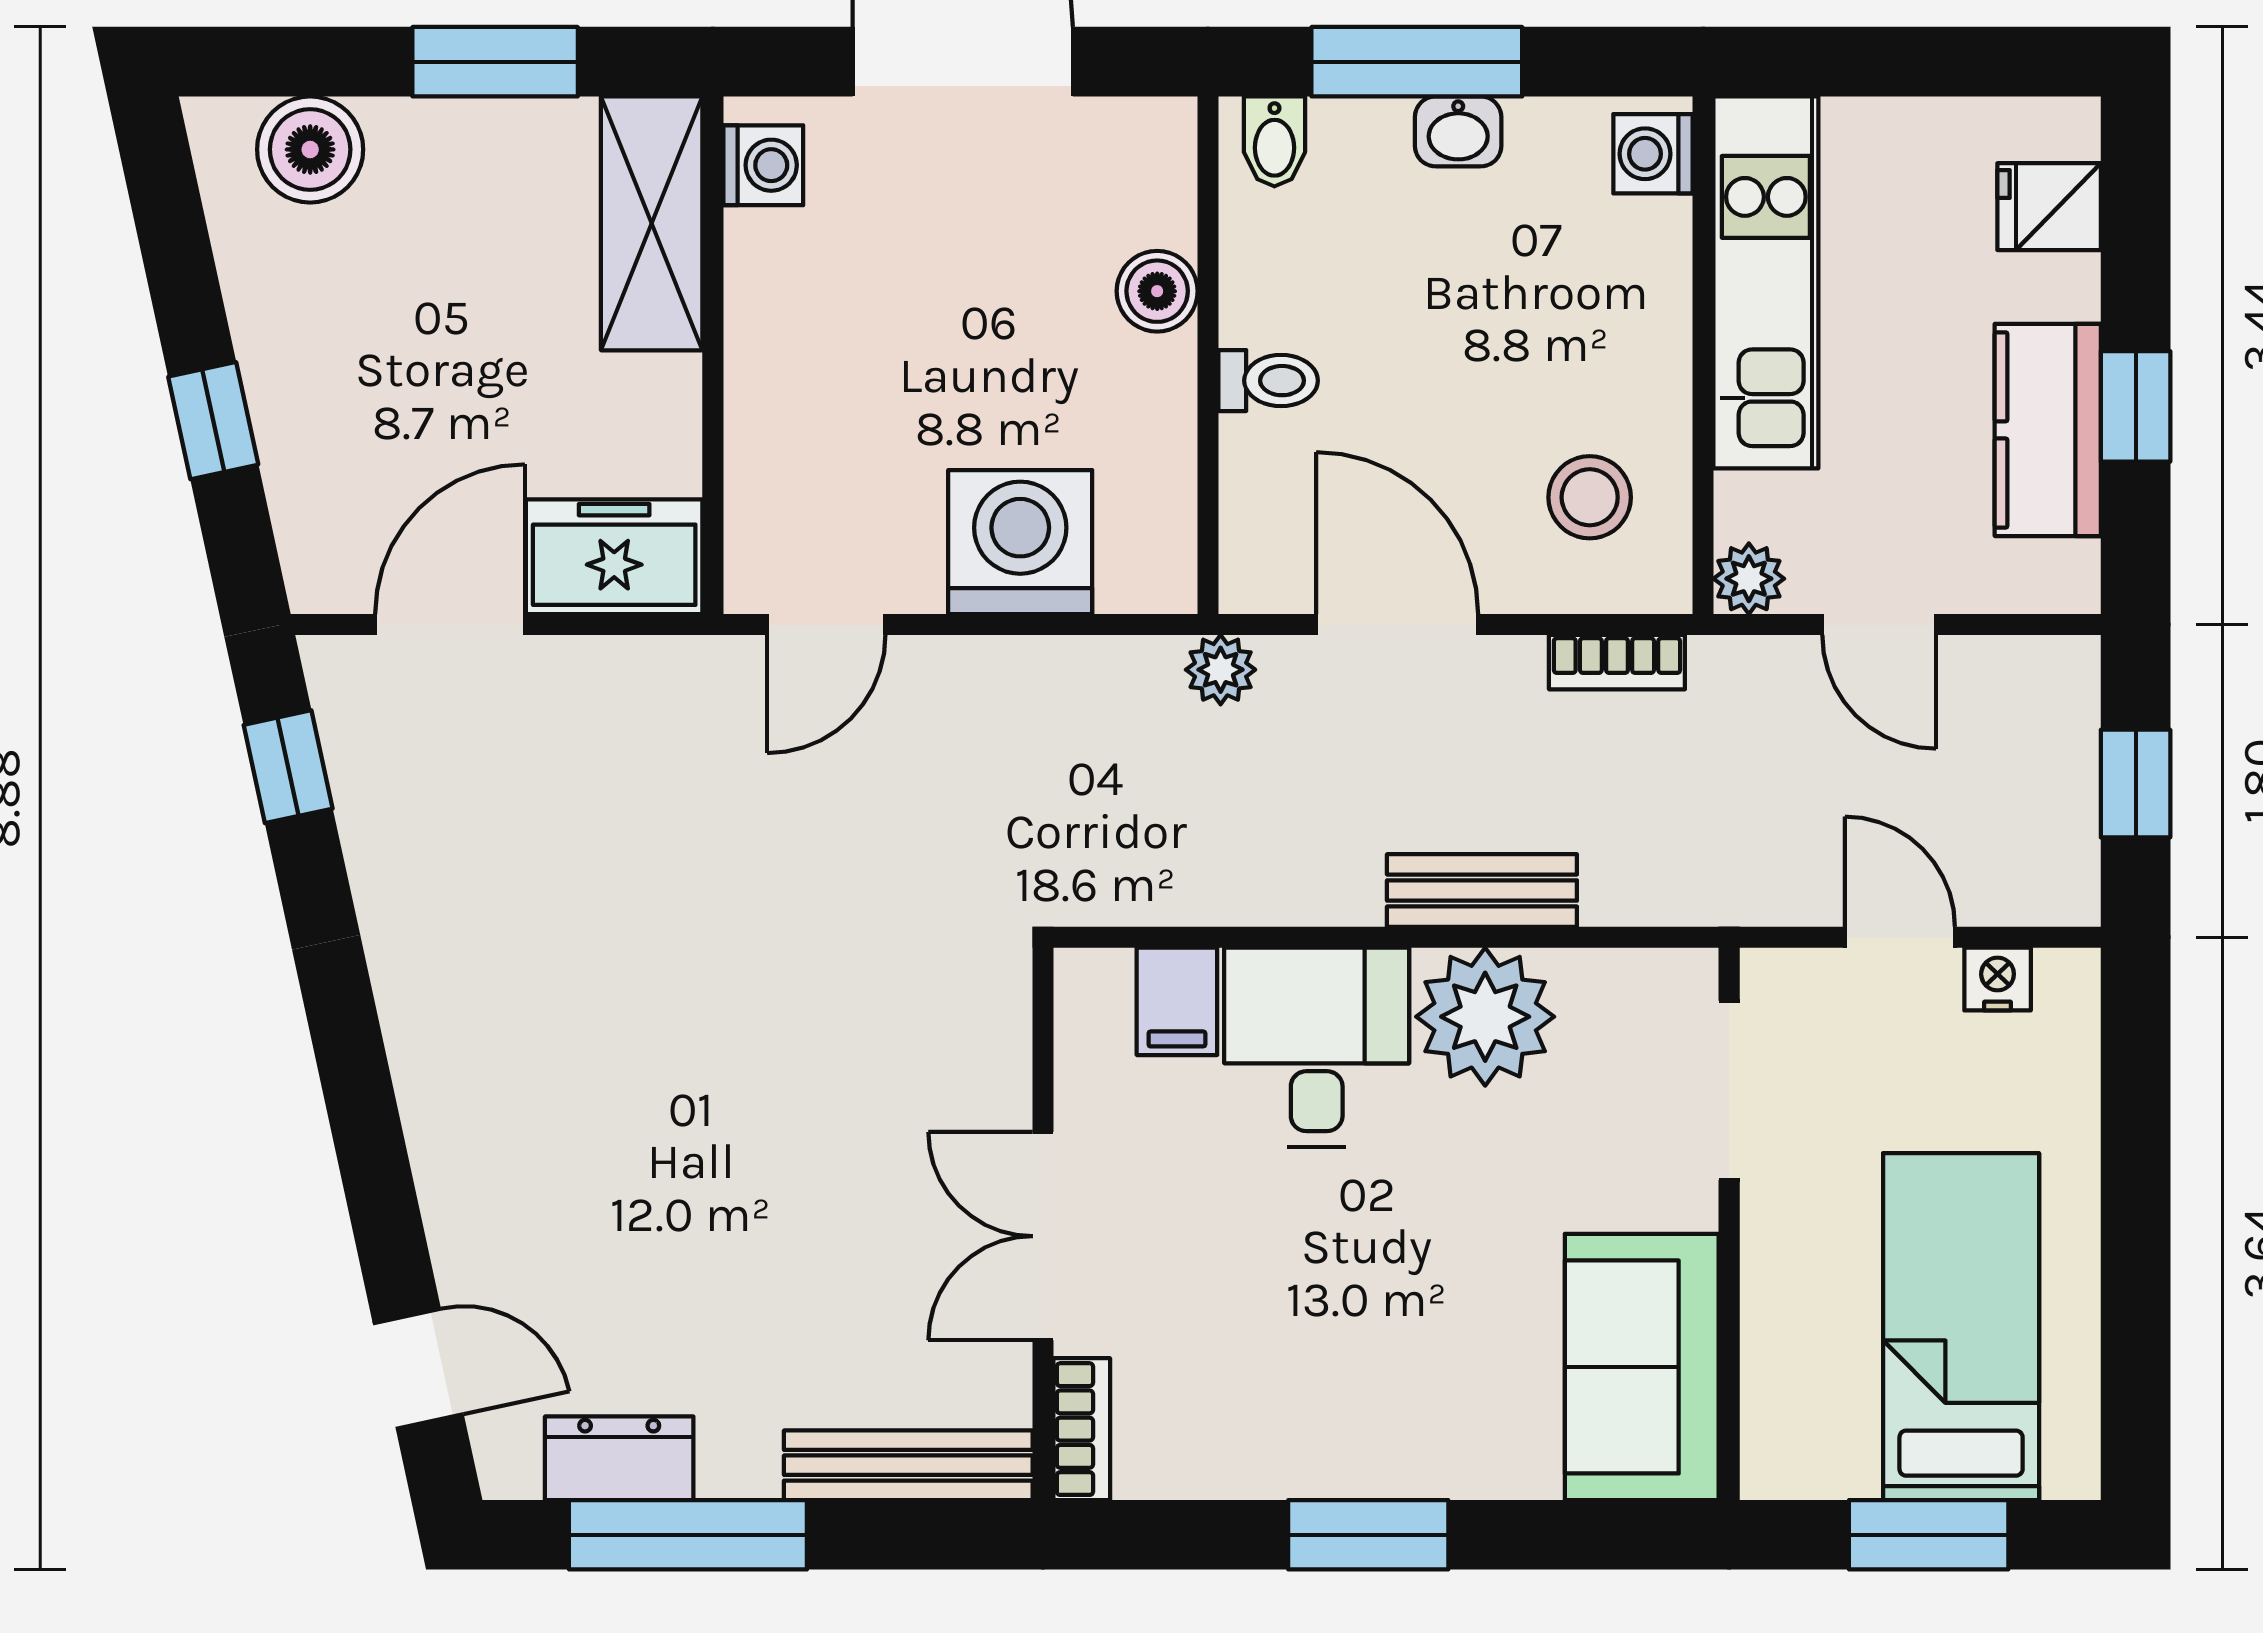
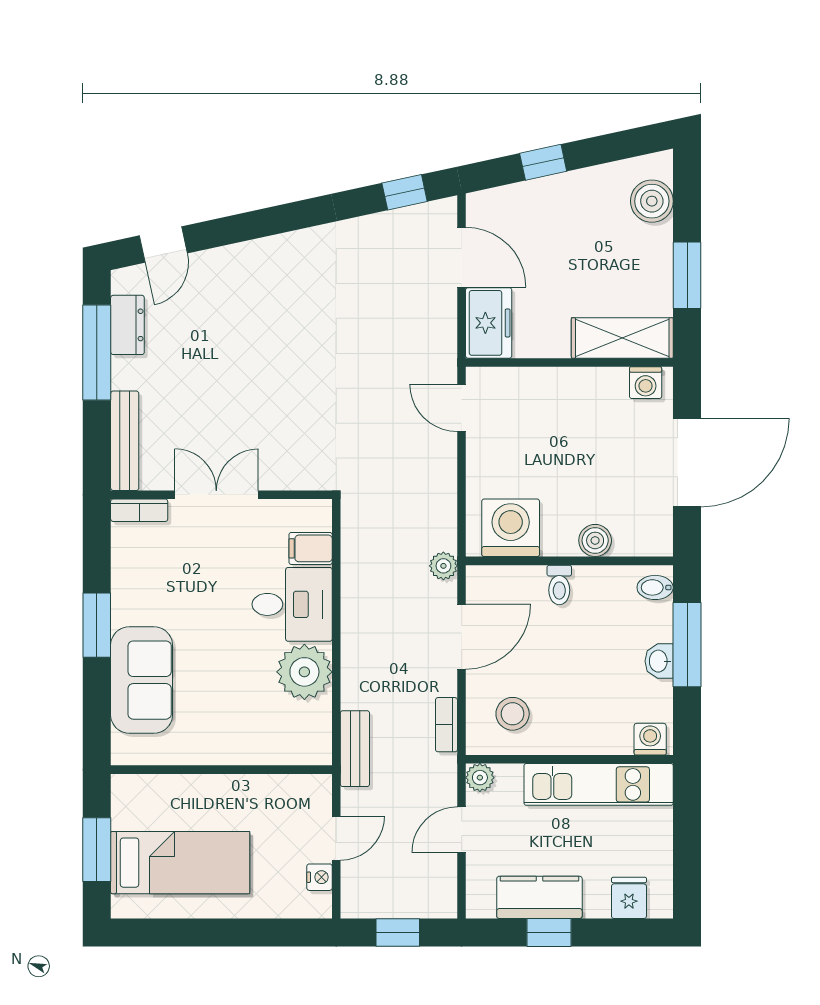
washing machine: (1020, 542) -> (511, 528), moved, turned -90
bench: (1482, 890) -> (355, 749), moved
doorway: (1729, 1090) -> (275, 770), removed
sofa: (1642, 1367) -> (142, 680), moved, turned 90

